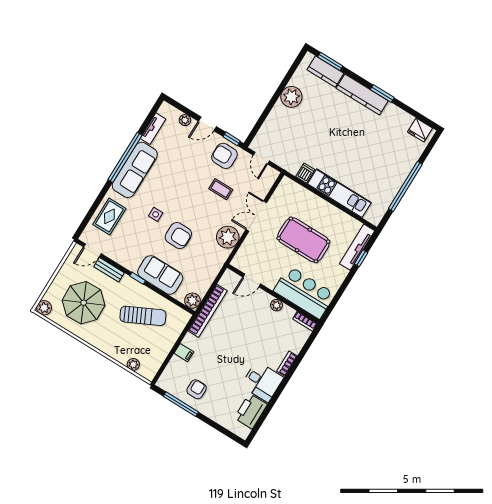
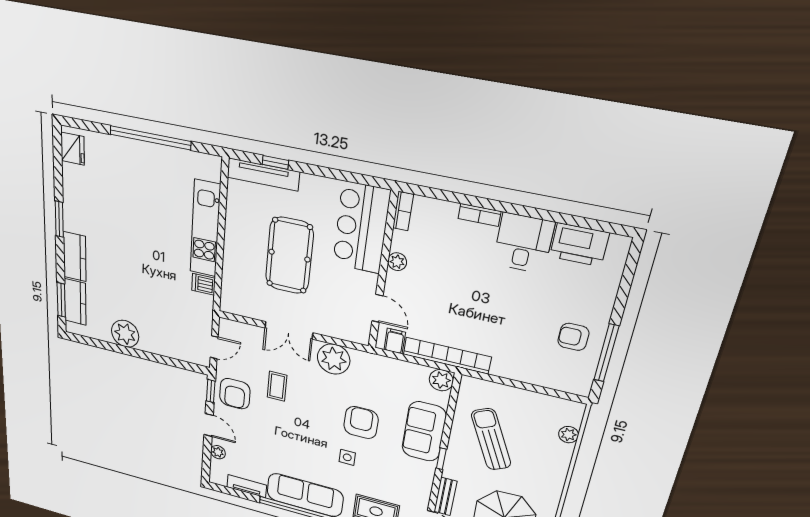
kitchen counter: (362, 94) -> (75, 257), width x0.67
filing cabinet: (184, 353) -> (395, 341), moved

